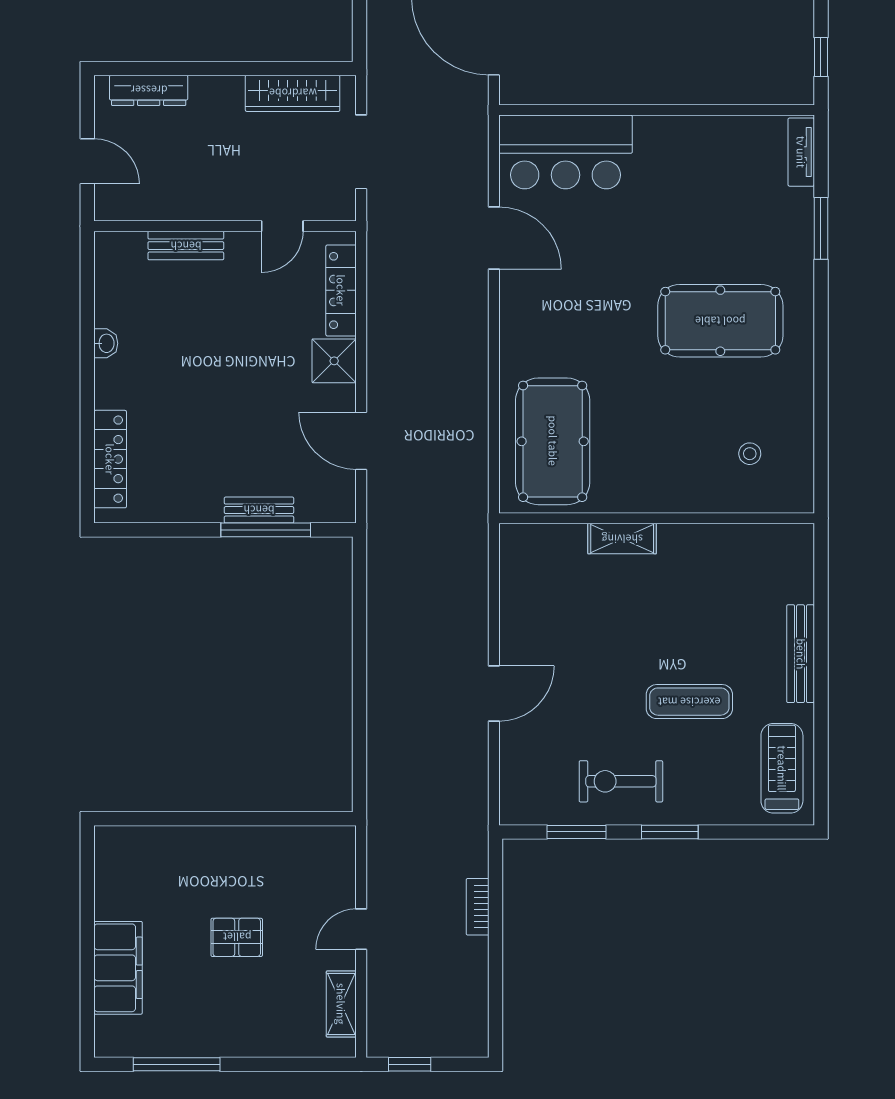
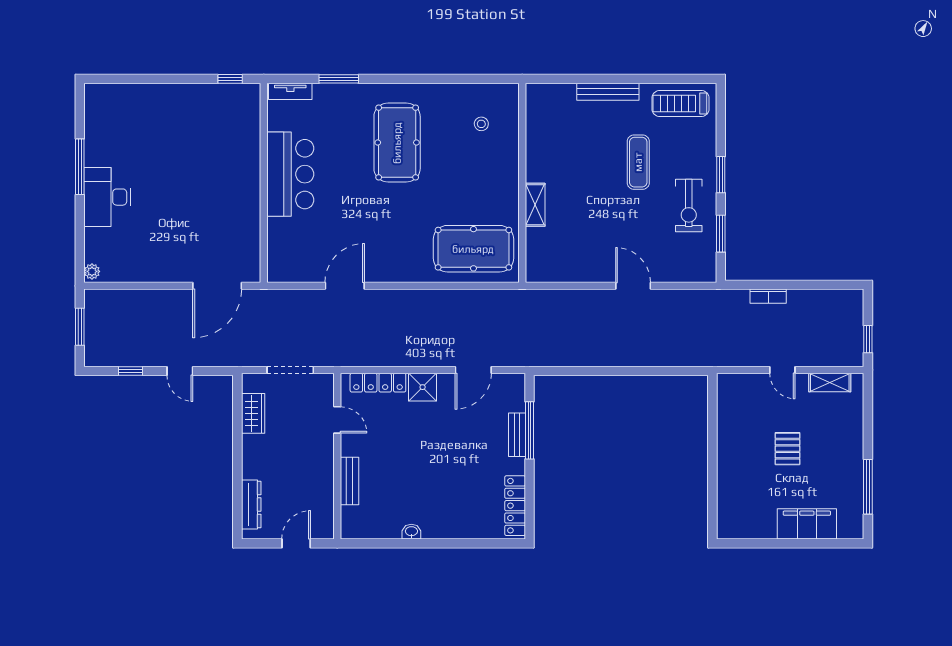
wardrobe: (293, 93) -> (253, 413), width x0.67
bar counter: (566, 152) -> (290, 174), moved
locker: (110, 459) -> (515, 506), moved, turned -90

